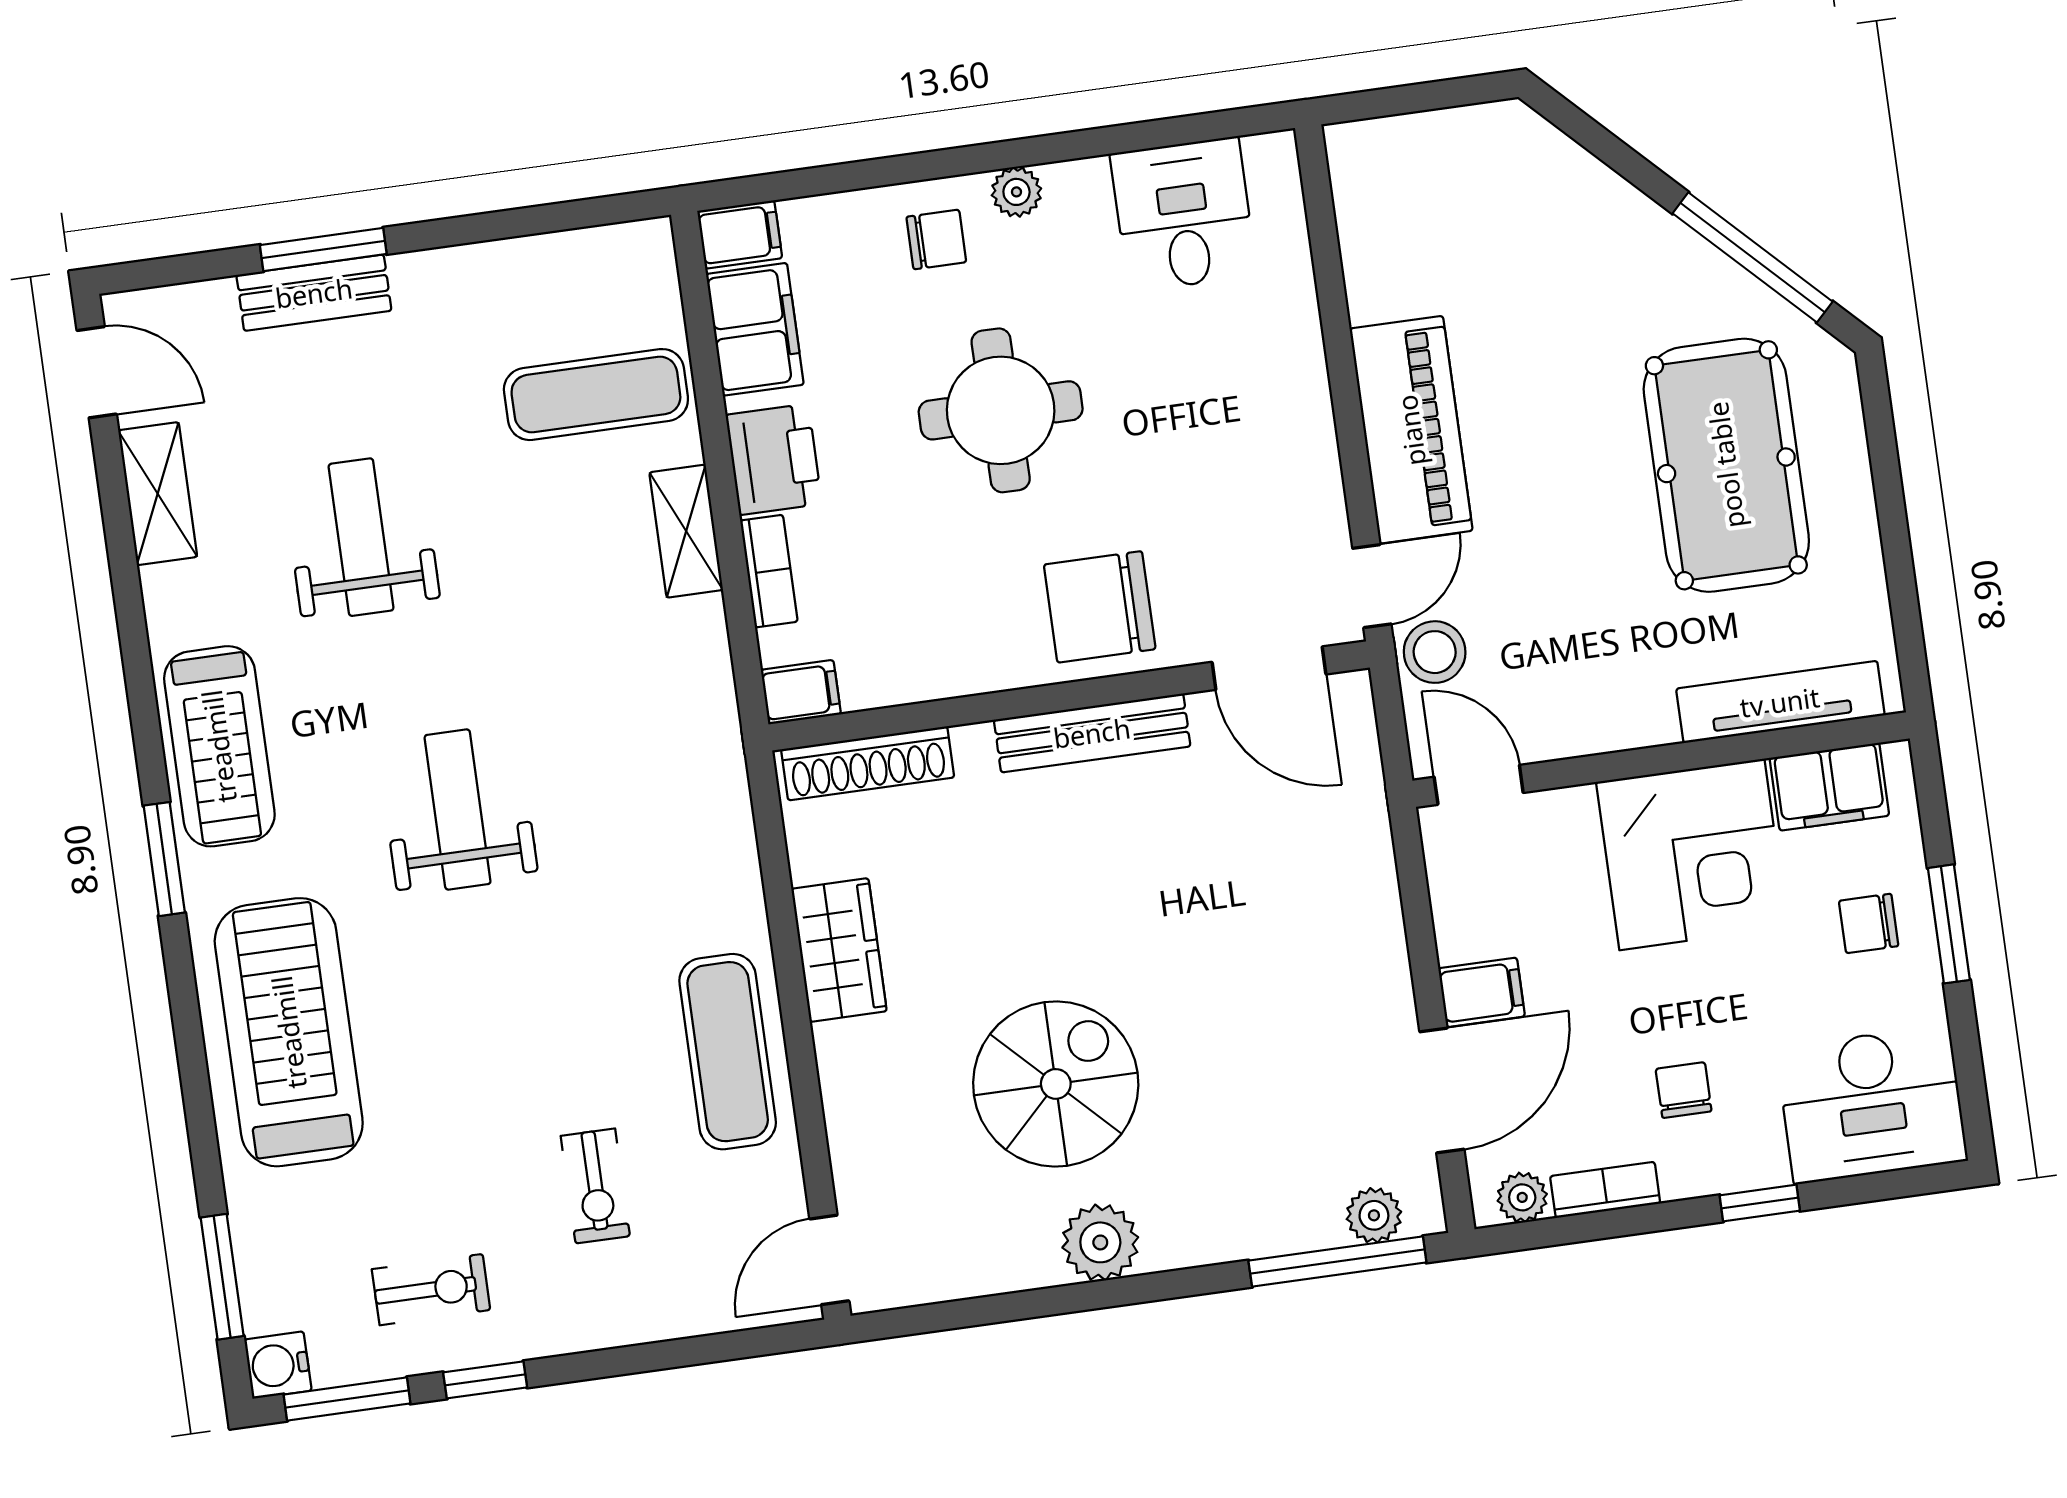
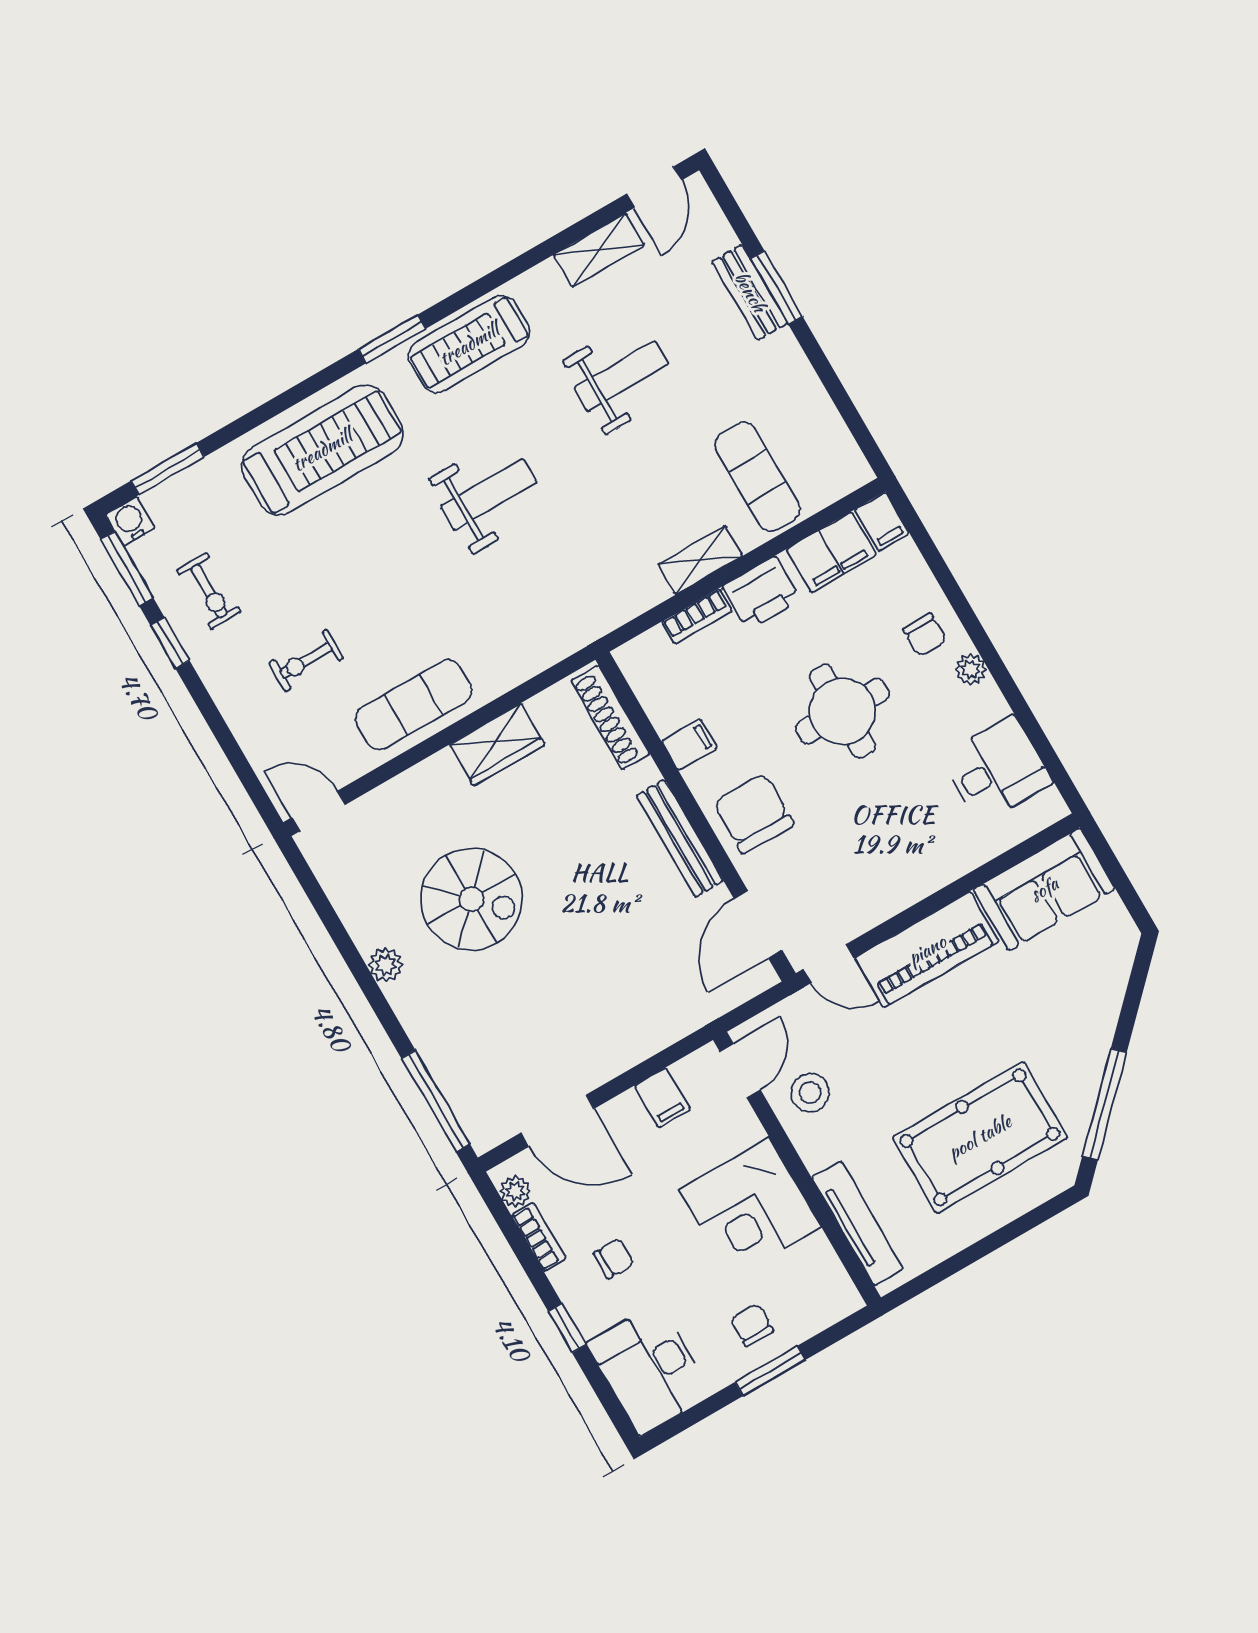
sofa: (1392, 216) -> (1044, 889), added
stool: (1435, 652) -> (810, 1093), moved
filing cabinet: (801, 692) -> (689, 745), moved, turned -90
filing cabinet: (1829, 787) -> (821, 1271), removed
filing cabinet: (1482, 992) -> (662, 1098), moved
plant: (1374, 1215) -> (470, 1111), removed
plant: (1100, 1242) -> (386, 965), width x0.73, depth x0.73

